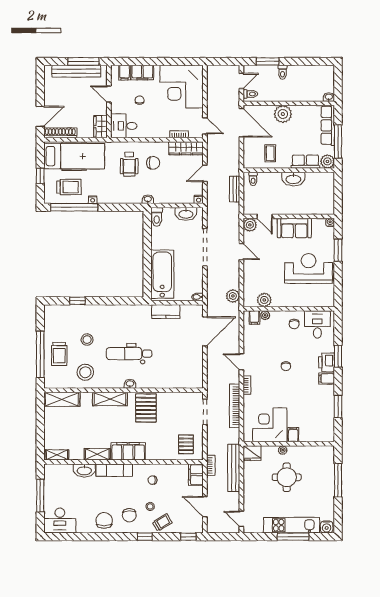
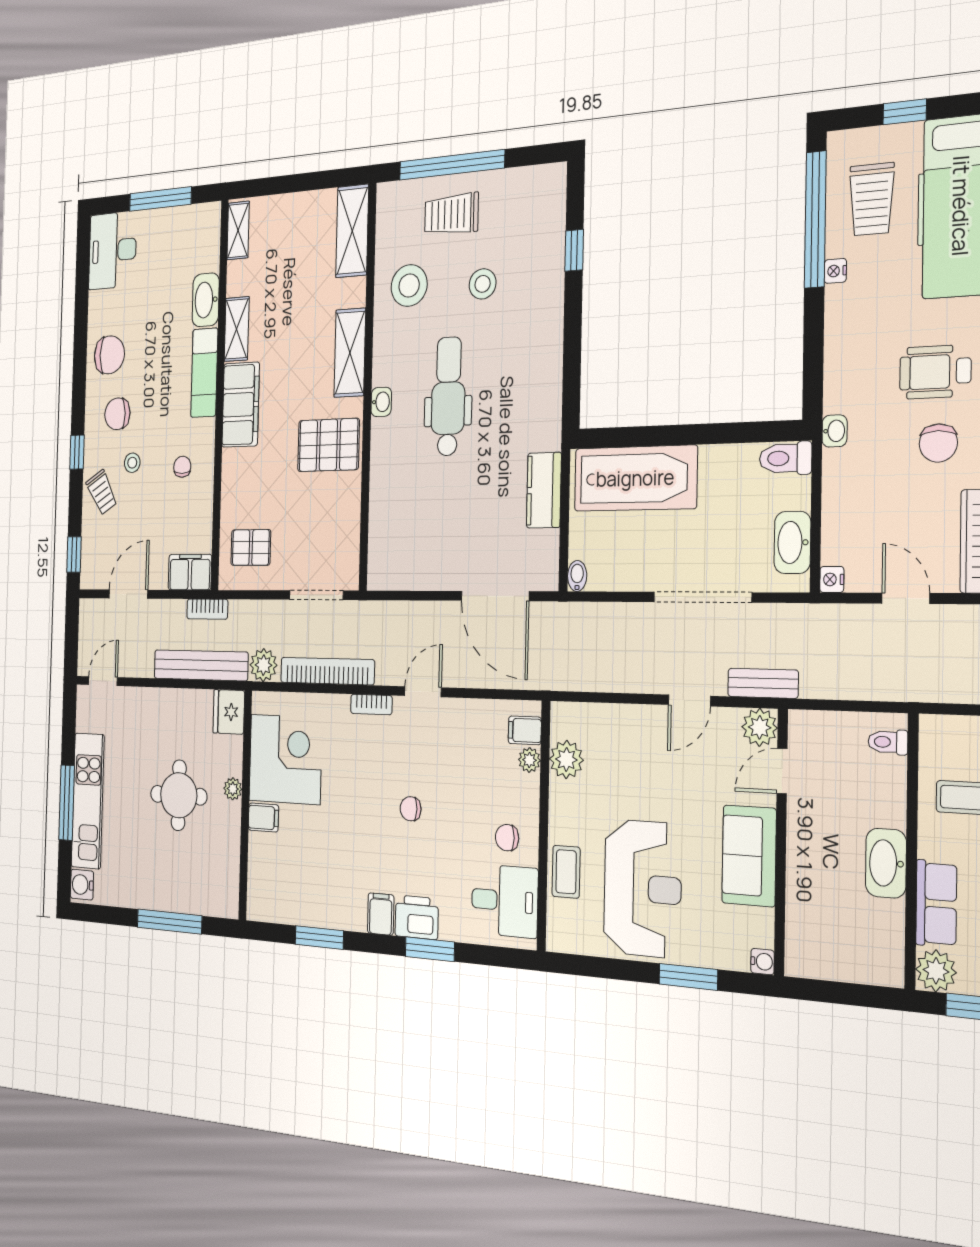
bench: (235, 189) -> (763, 683), moved
plant: (233, 296) -> (263, 665), moved
coffee table: (305, 299) -> (566, 872), added

